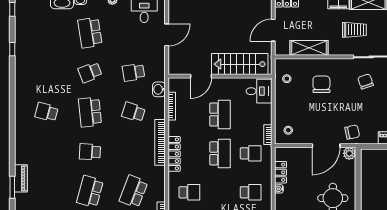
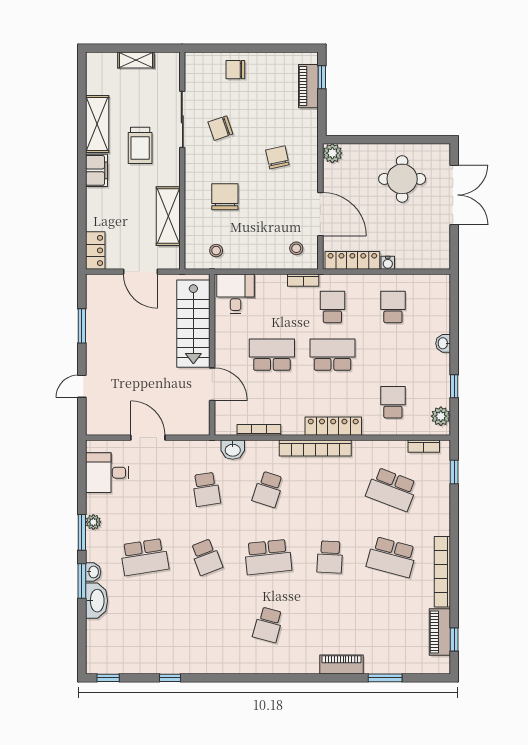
trolley: (354, 30) -> (140, 145), turned 180
chair: (321, 84) -> (225, 197), turned 90
chair: (352, 132) -> (277, 157), moved
door: (326, 146) -> (320, 214), moved
locker: (281, 172) -> (352, 260), width x1.53
piano: (21, 178) -> (342, 665), moved

